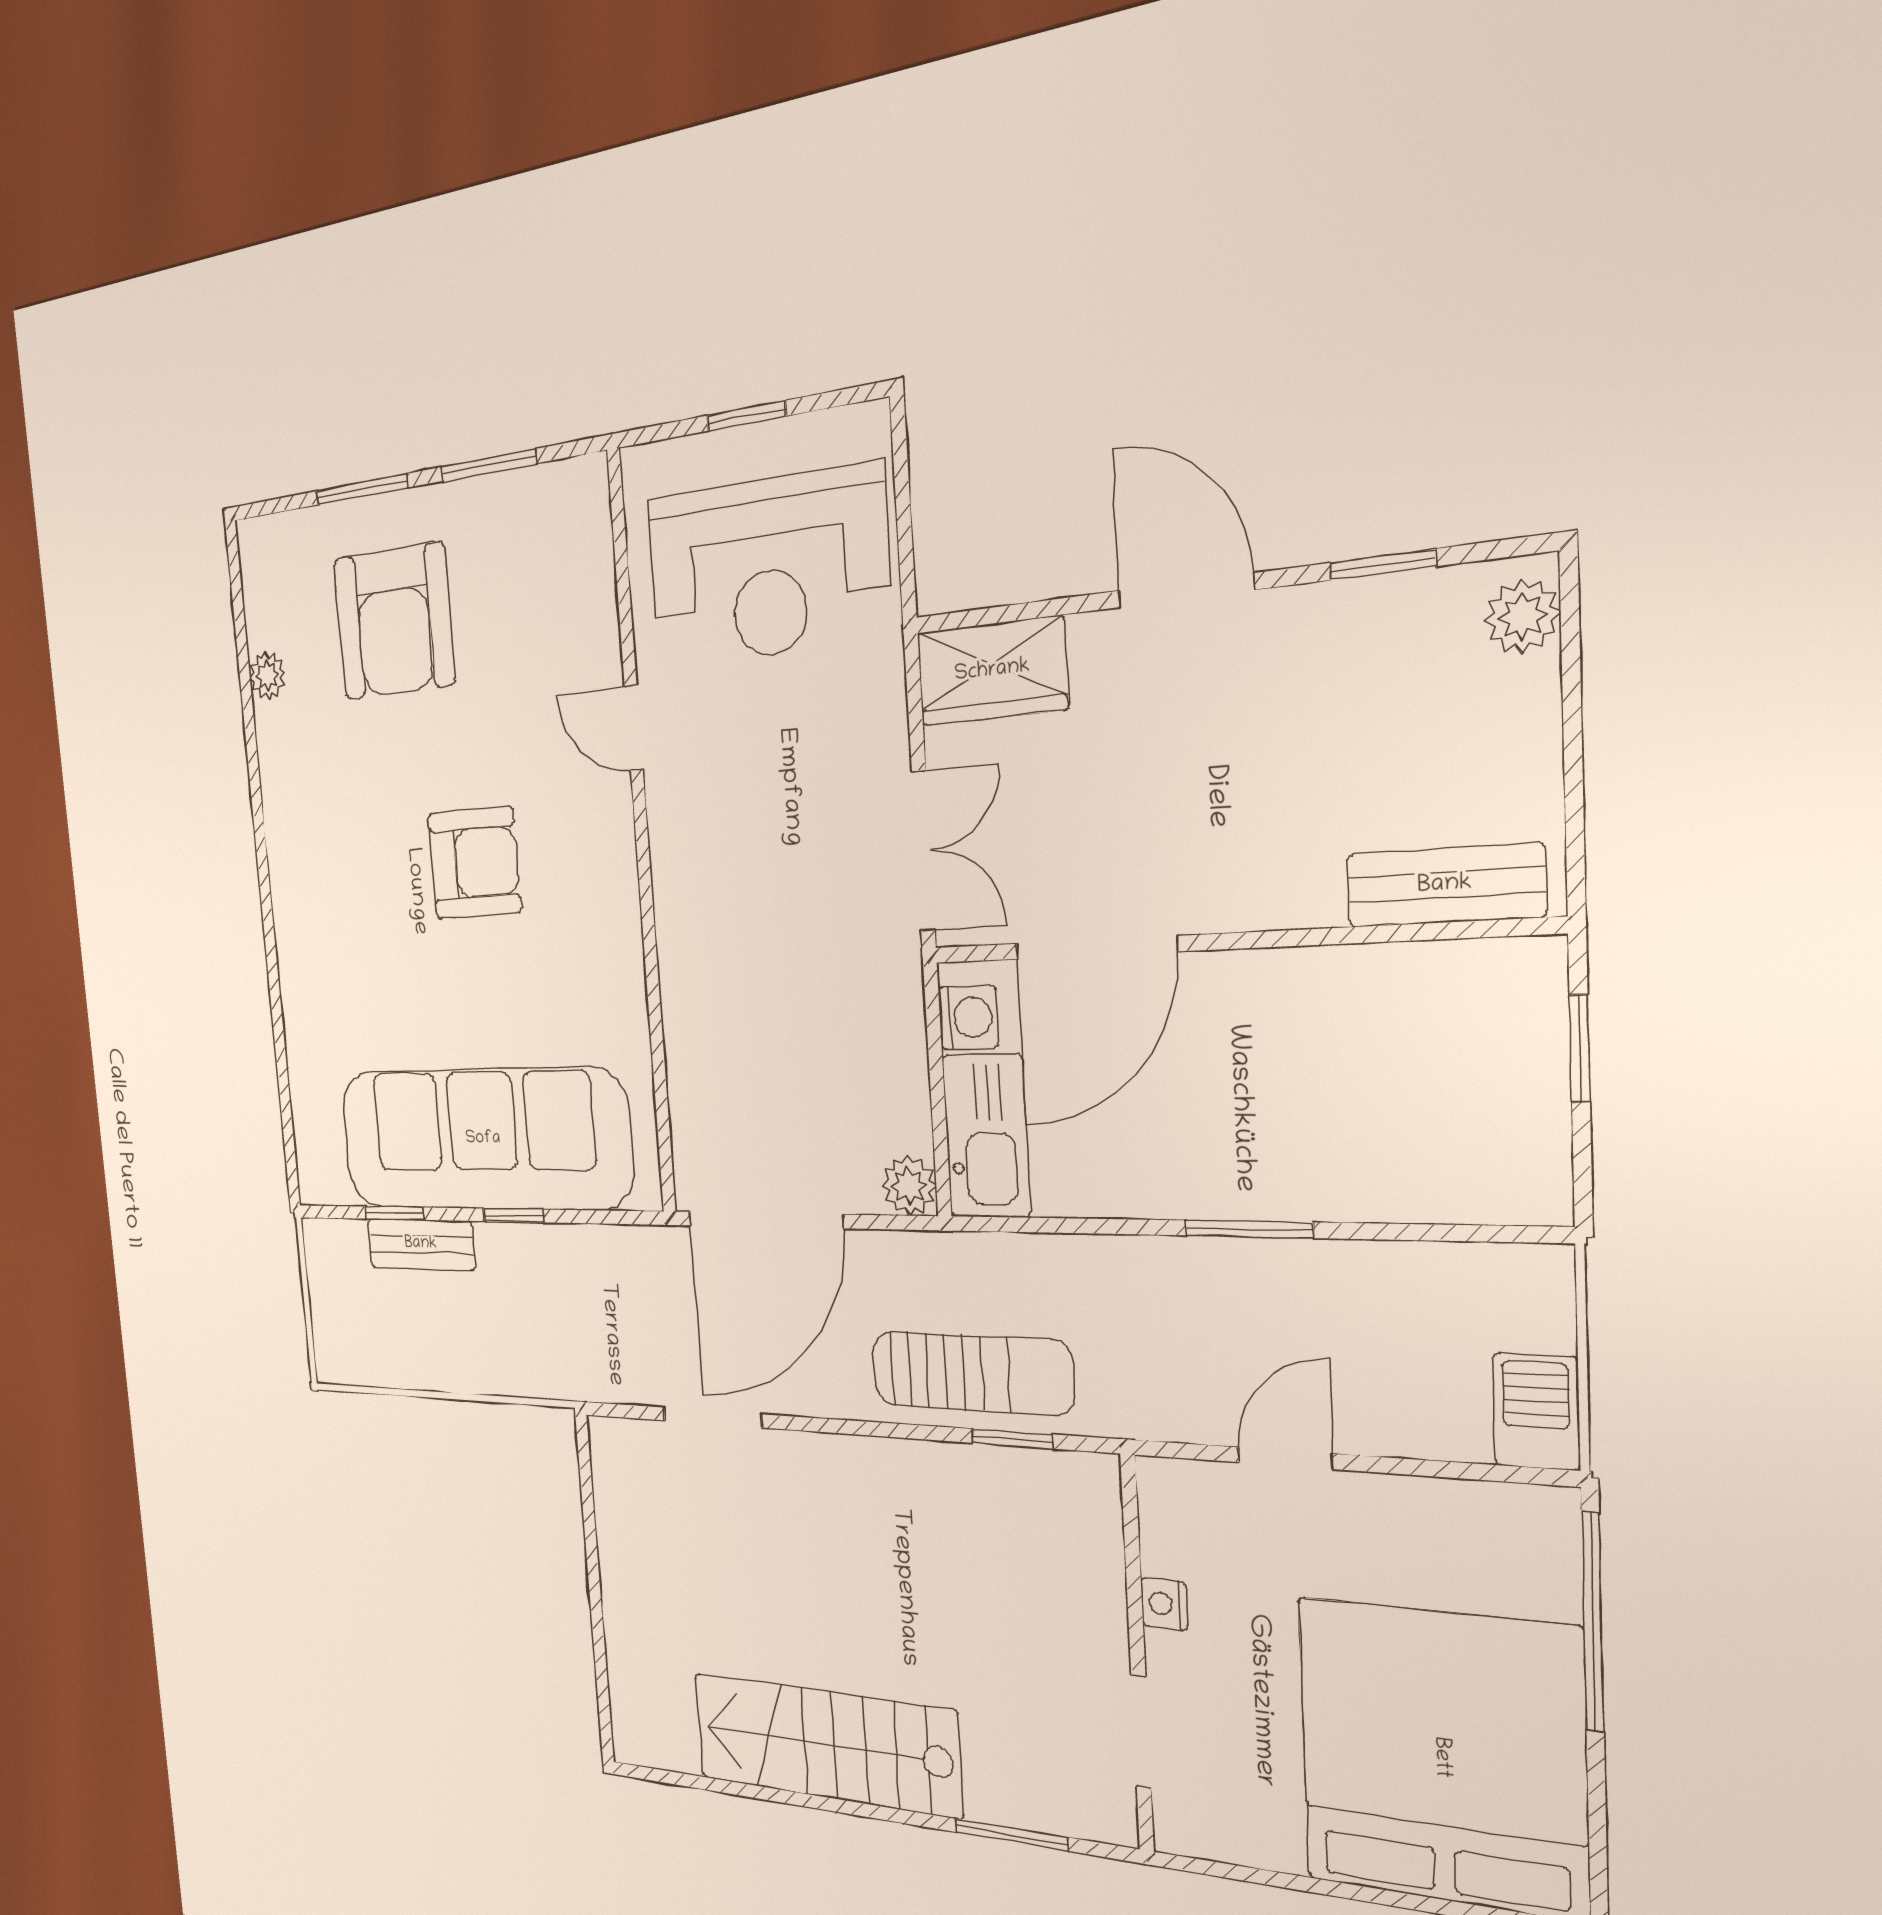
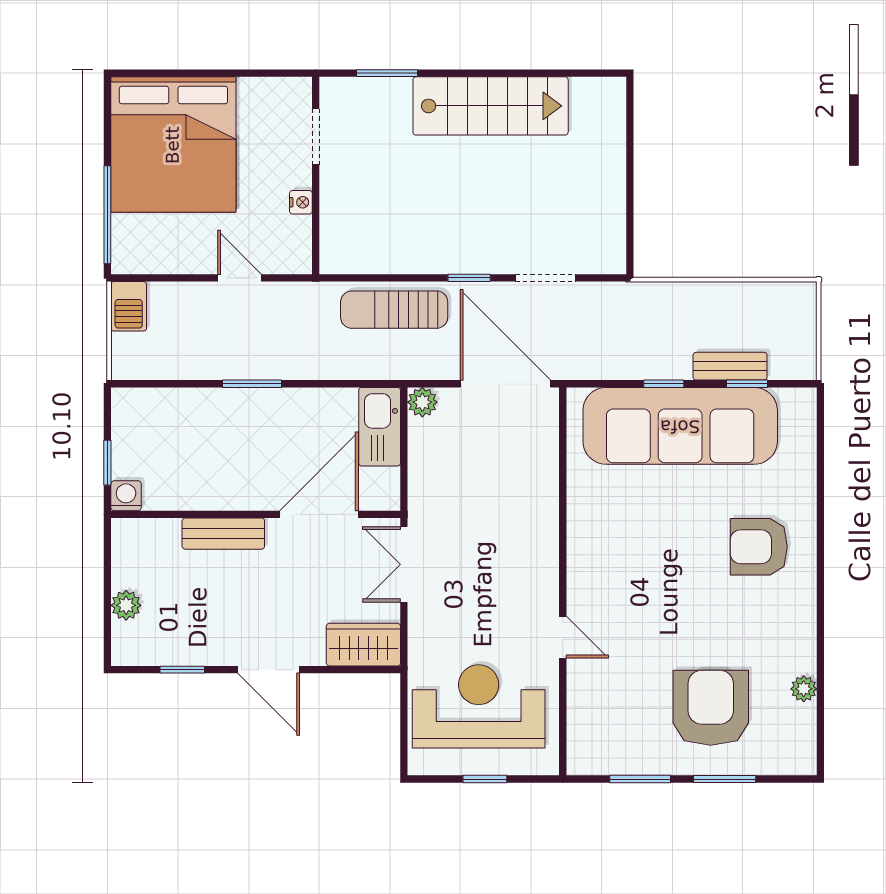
plant: (1522, 617) -> (126, 605), moved
armchair: (474, 863) -> (759, 547), moved
bench: (1445, 885) -> (223, 534), moved
washing machine: (968, 1017) -> (126, 496), moved, turned 90
door: (765, 1220) -> (505, 384), hinge flipped
window: (1012, 1439) -> (469, 278), moved
door: (1285, 1458) -> (239, 278), swing flipped

